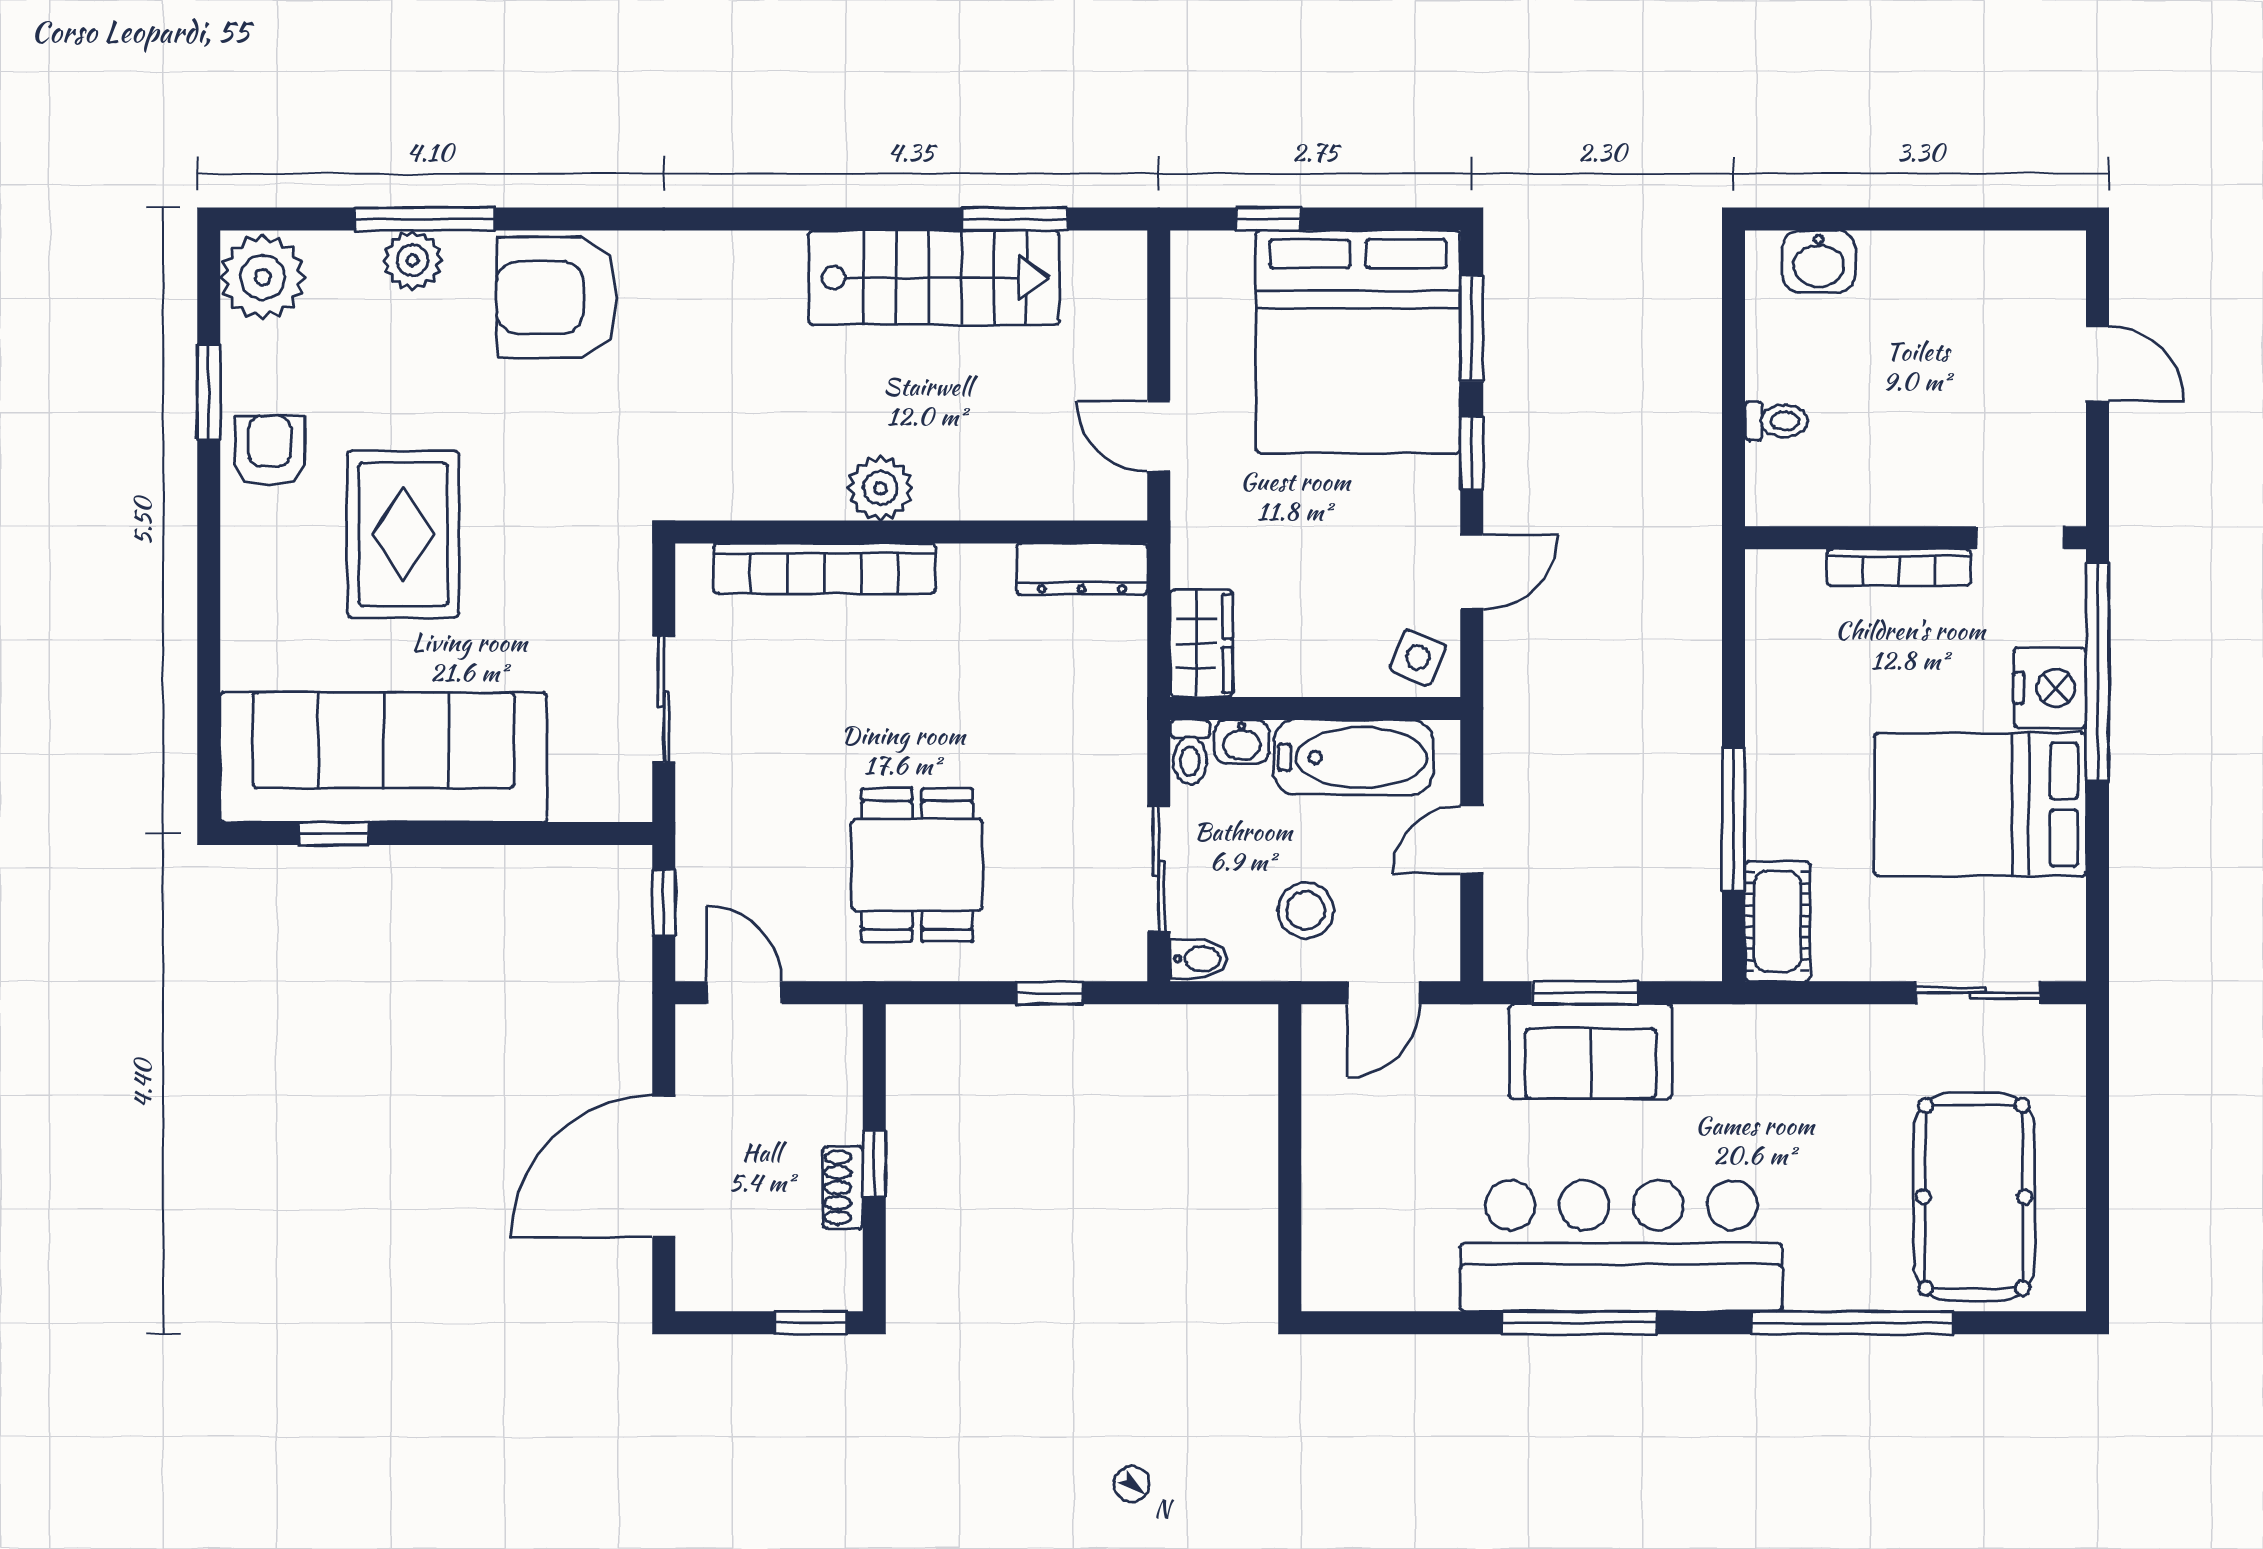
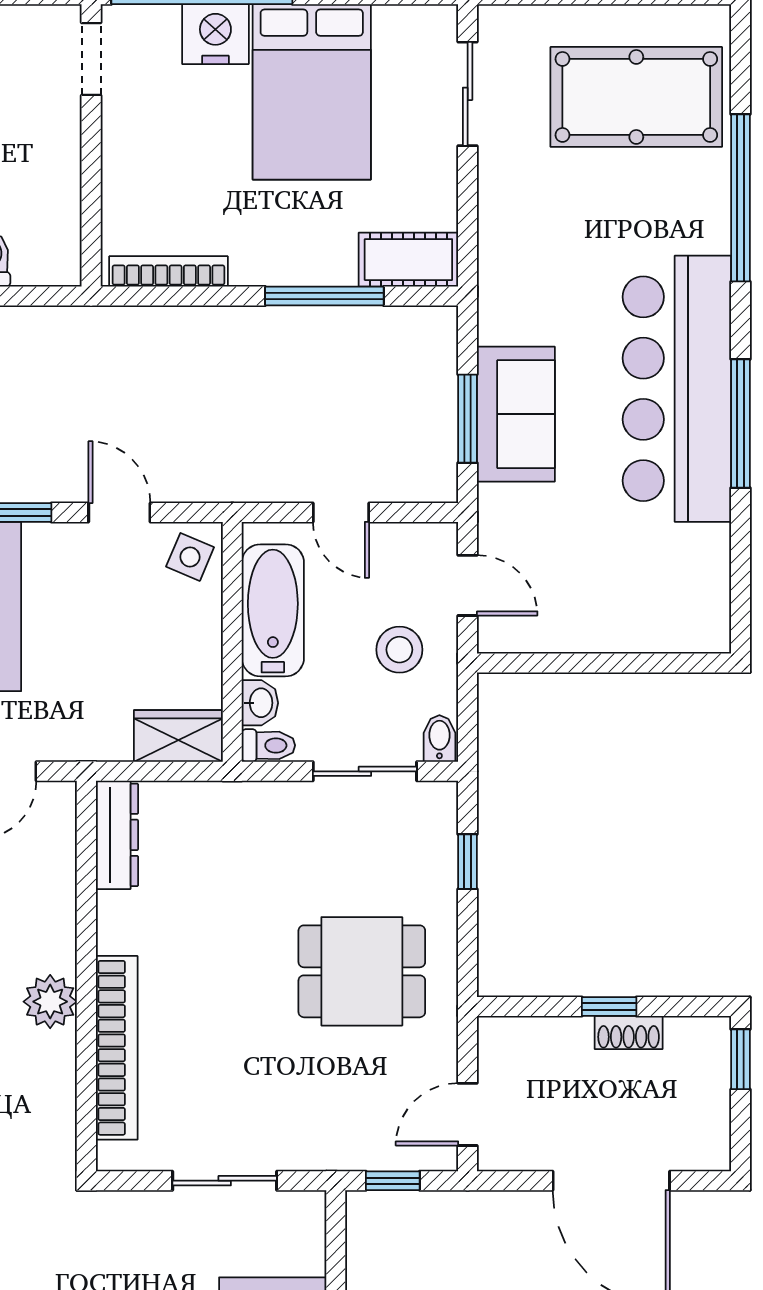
bookcase: (1899, 567) -> (168, 271), moved, turned -90

